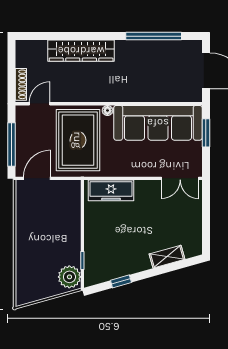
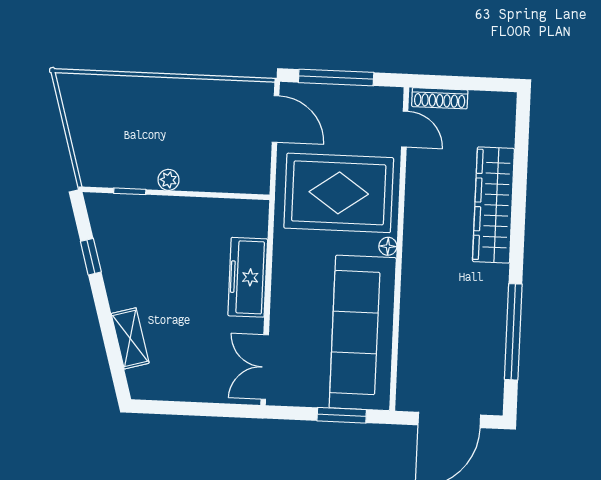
freezer: (111, 190) -> (248, 277), moved
plant: (69, 277) -> (168, 180), moved, width x0.53, depth x0.53

